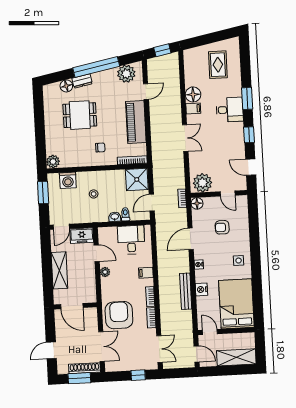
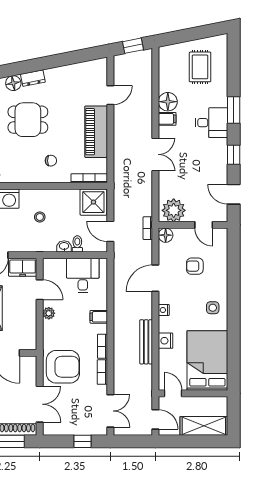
window: (96, 67) -> (51, 62), removed
plant: (126, 74) -> (87, 72), removed
door: (152, 203) -> (110, 231), hinge flipped
armchair: (119, 315) -> (63, 367), turned 90

